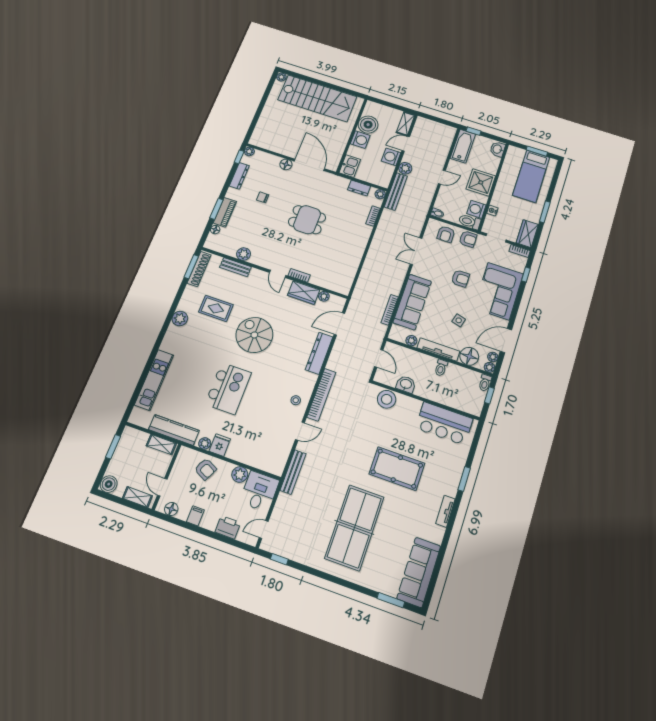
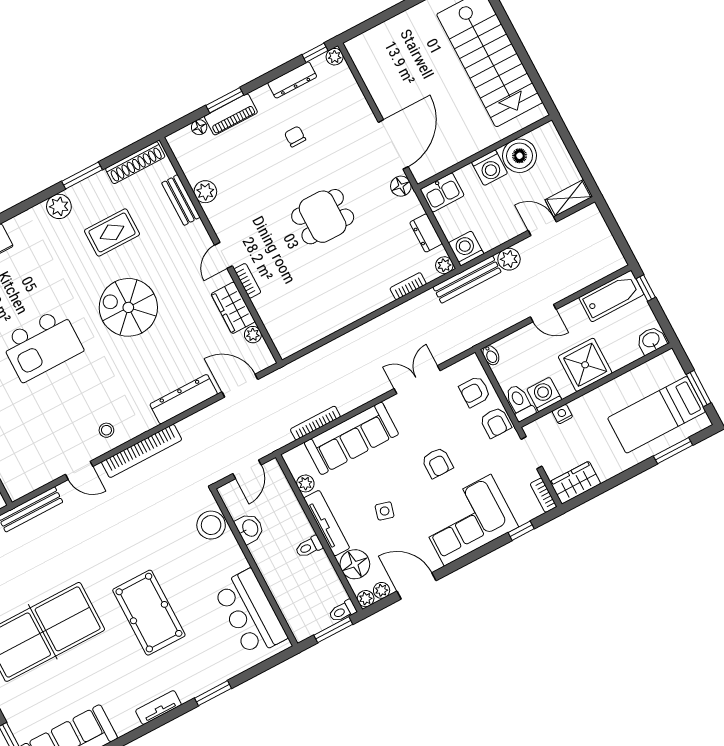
washing machine: (391, 157) -> (466, 248), moved
floor lamp: (286, 164) -> (401, 186), moved
window: (545, 212) -> (673, 451), moved
dining table: (307, 220) -> (323, 217), turned 90
window: (191, 267) -> (82, 176), moved
rug: (216, 308) -> (112, 232), turned 90
spiral stairs: (254, 335) -> (128, 307), turned -90
window: (489, 395) -> (333, 630), width x1.50

